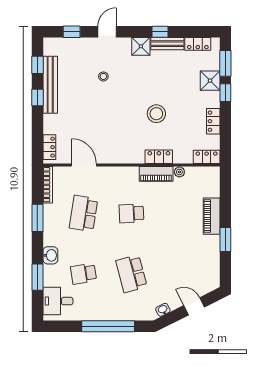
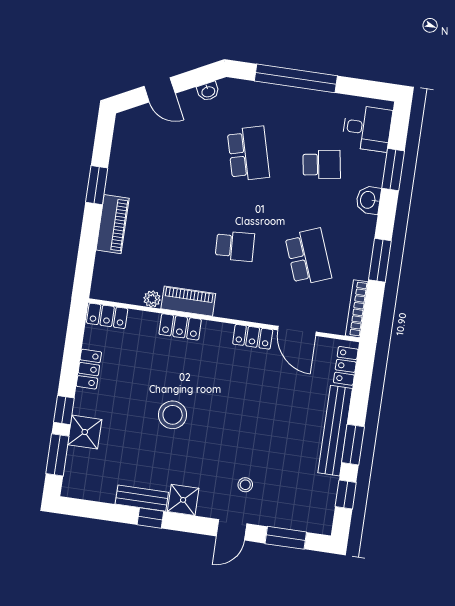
window: (72, 32) -> (286, 538), width x1.50
locker: (198, 44) -> (253, 337), moved, turned 180
stool: (103, 76) -> (245, 485), moved
bench: (50, 85) -> (335, 431), moved
window: (37, 98) -> (353, 445), width x1.50
stool: (156, 114) -> (173, 415), moved
school desk: (84, 213) -> (308, 257), turned -30

